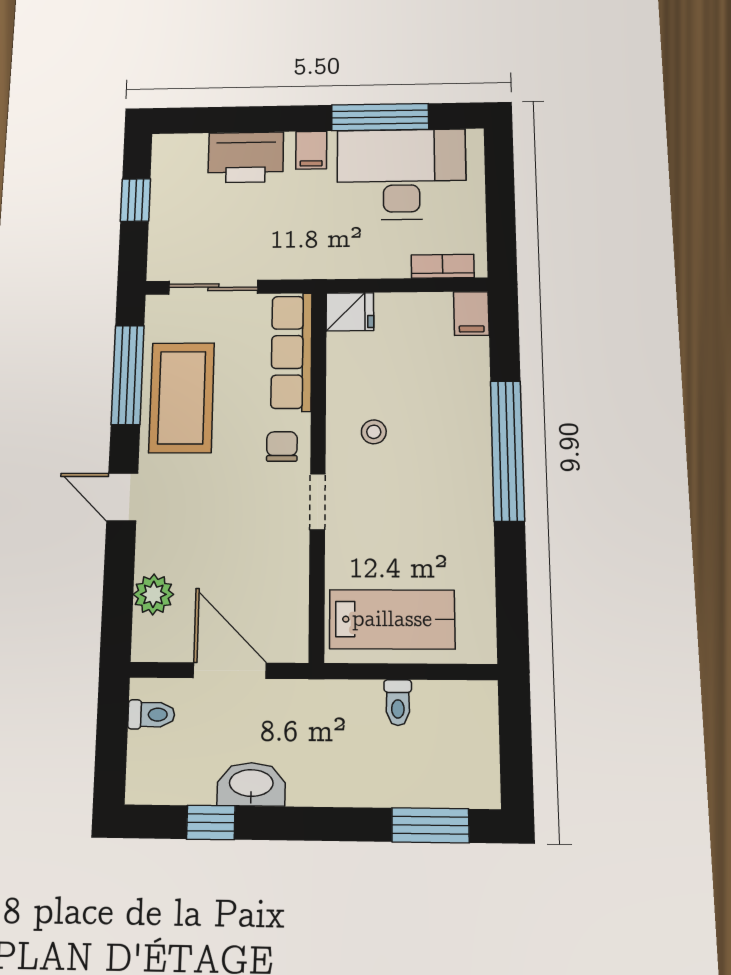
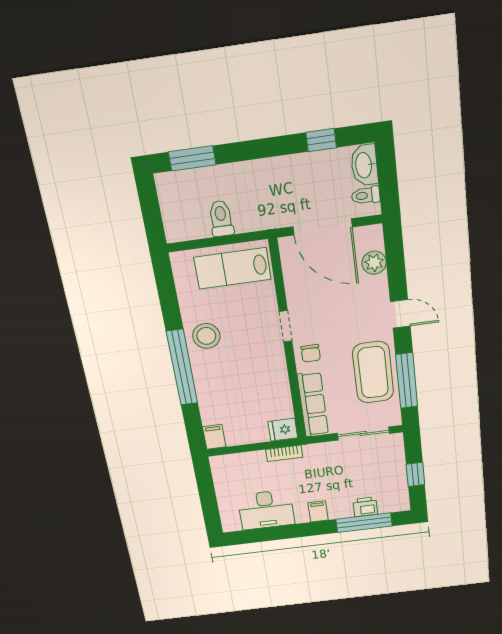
window: (380, 117) -> (364, 523), moved
printer: (246, 157) -> (365, 507), width x0.53, depth x0.68
desk: (401, 174) -> (266, 510), width x0.73, depth x0.77
bookcase: (443, 266) -> (284, 453), moved
stool: (374, 432) -> (206, 336), moved, width x1.89, depth x1.89
door: (230, 670) -> (323, 227), width x1.36
toilet: (398, 703) -> (221, 218), width x1.37, depth x1.39
washbasin: (251, 784) -> (364, 165), moved, turned 90

